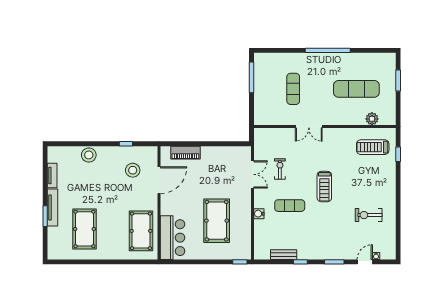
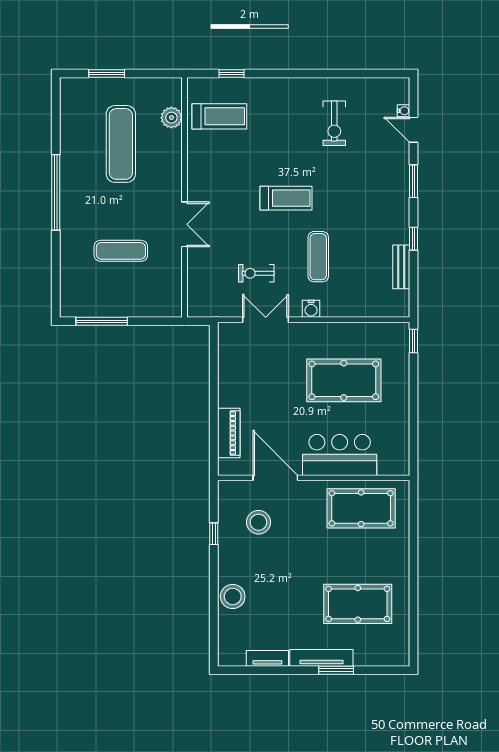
treadmill: (373, 147) -> (219, 116), turned -90
water cooler: (259, 214) -> (311, 309), moved
bar counter: (172, 238) -> (340, 455), moved

